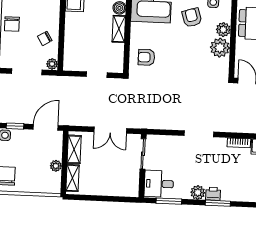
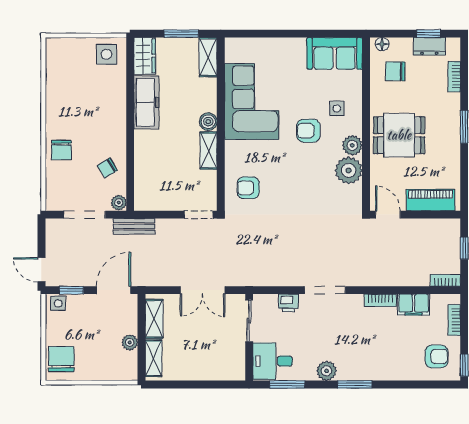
armchair: (192, 18) -> (308, 131), turned -73
doorway: (97, 75) -> (198, 215), moved
bench: (63, 82) -> (134, 226), added
printer: (213, 194) -> (288, 303), moved, turned 180

